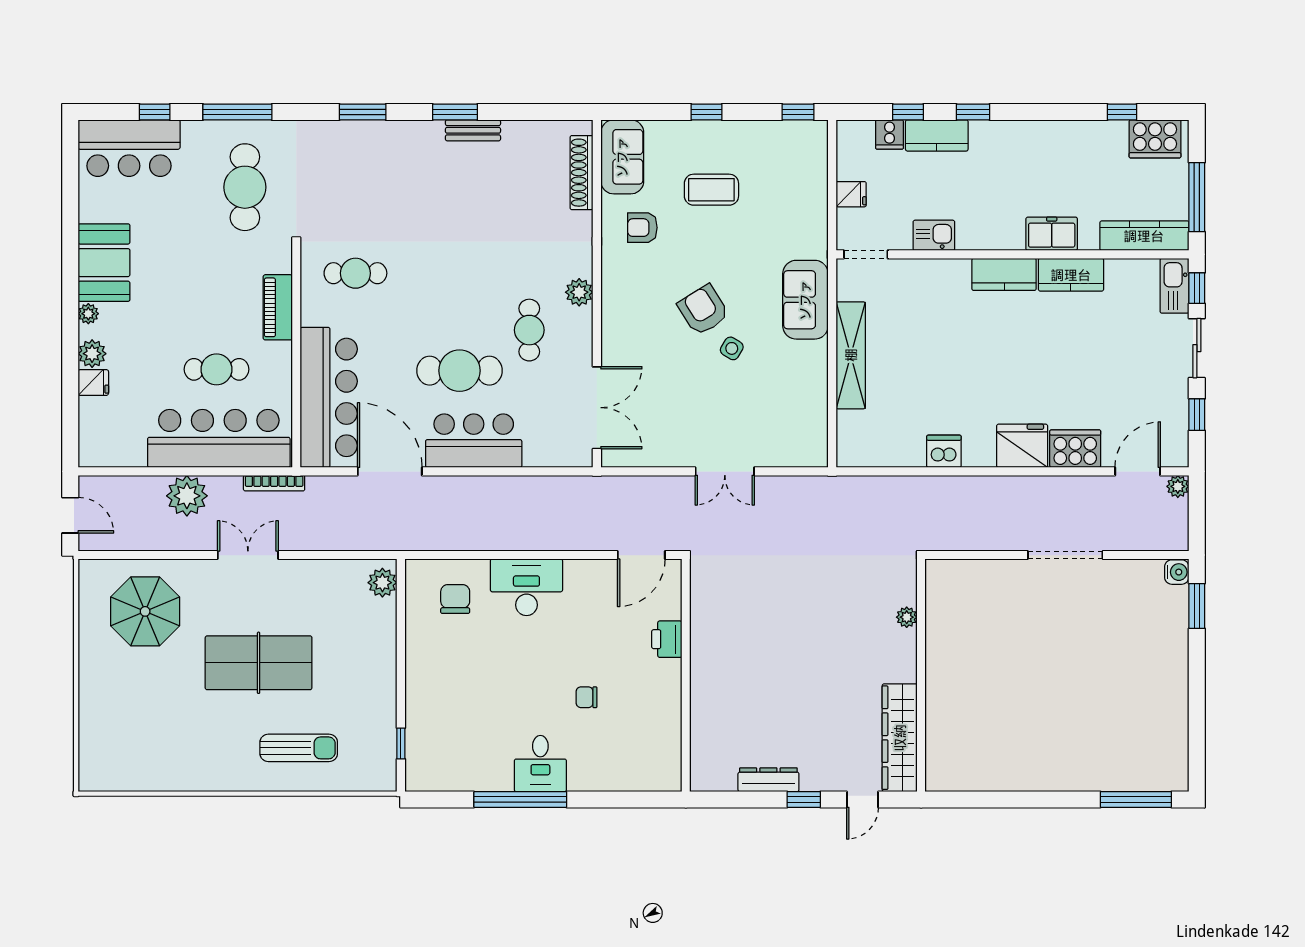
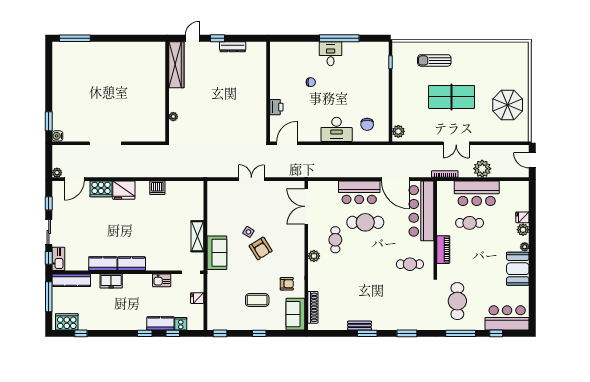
shelving: (851, 355) -> (197, 236), width x0.68
bar counter: (219, 438) -> (477, 193), width x0.73
parasol: (145, 611) -> (508, 105), moved

